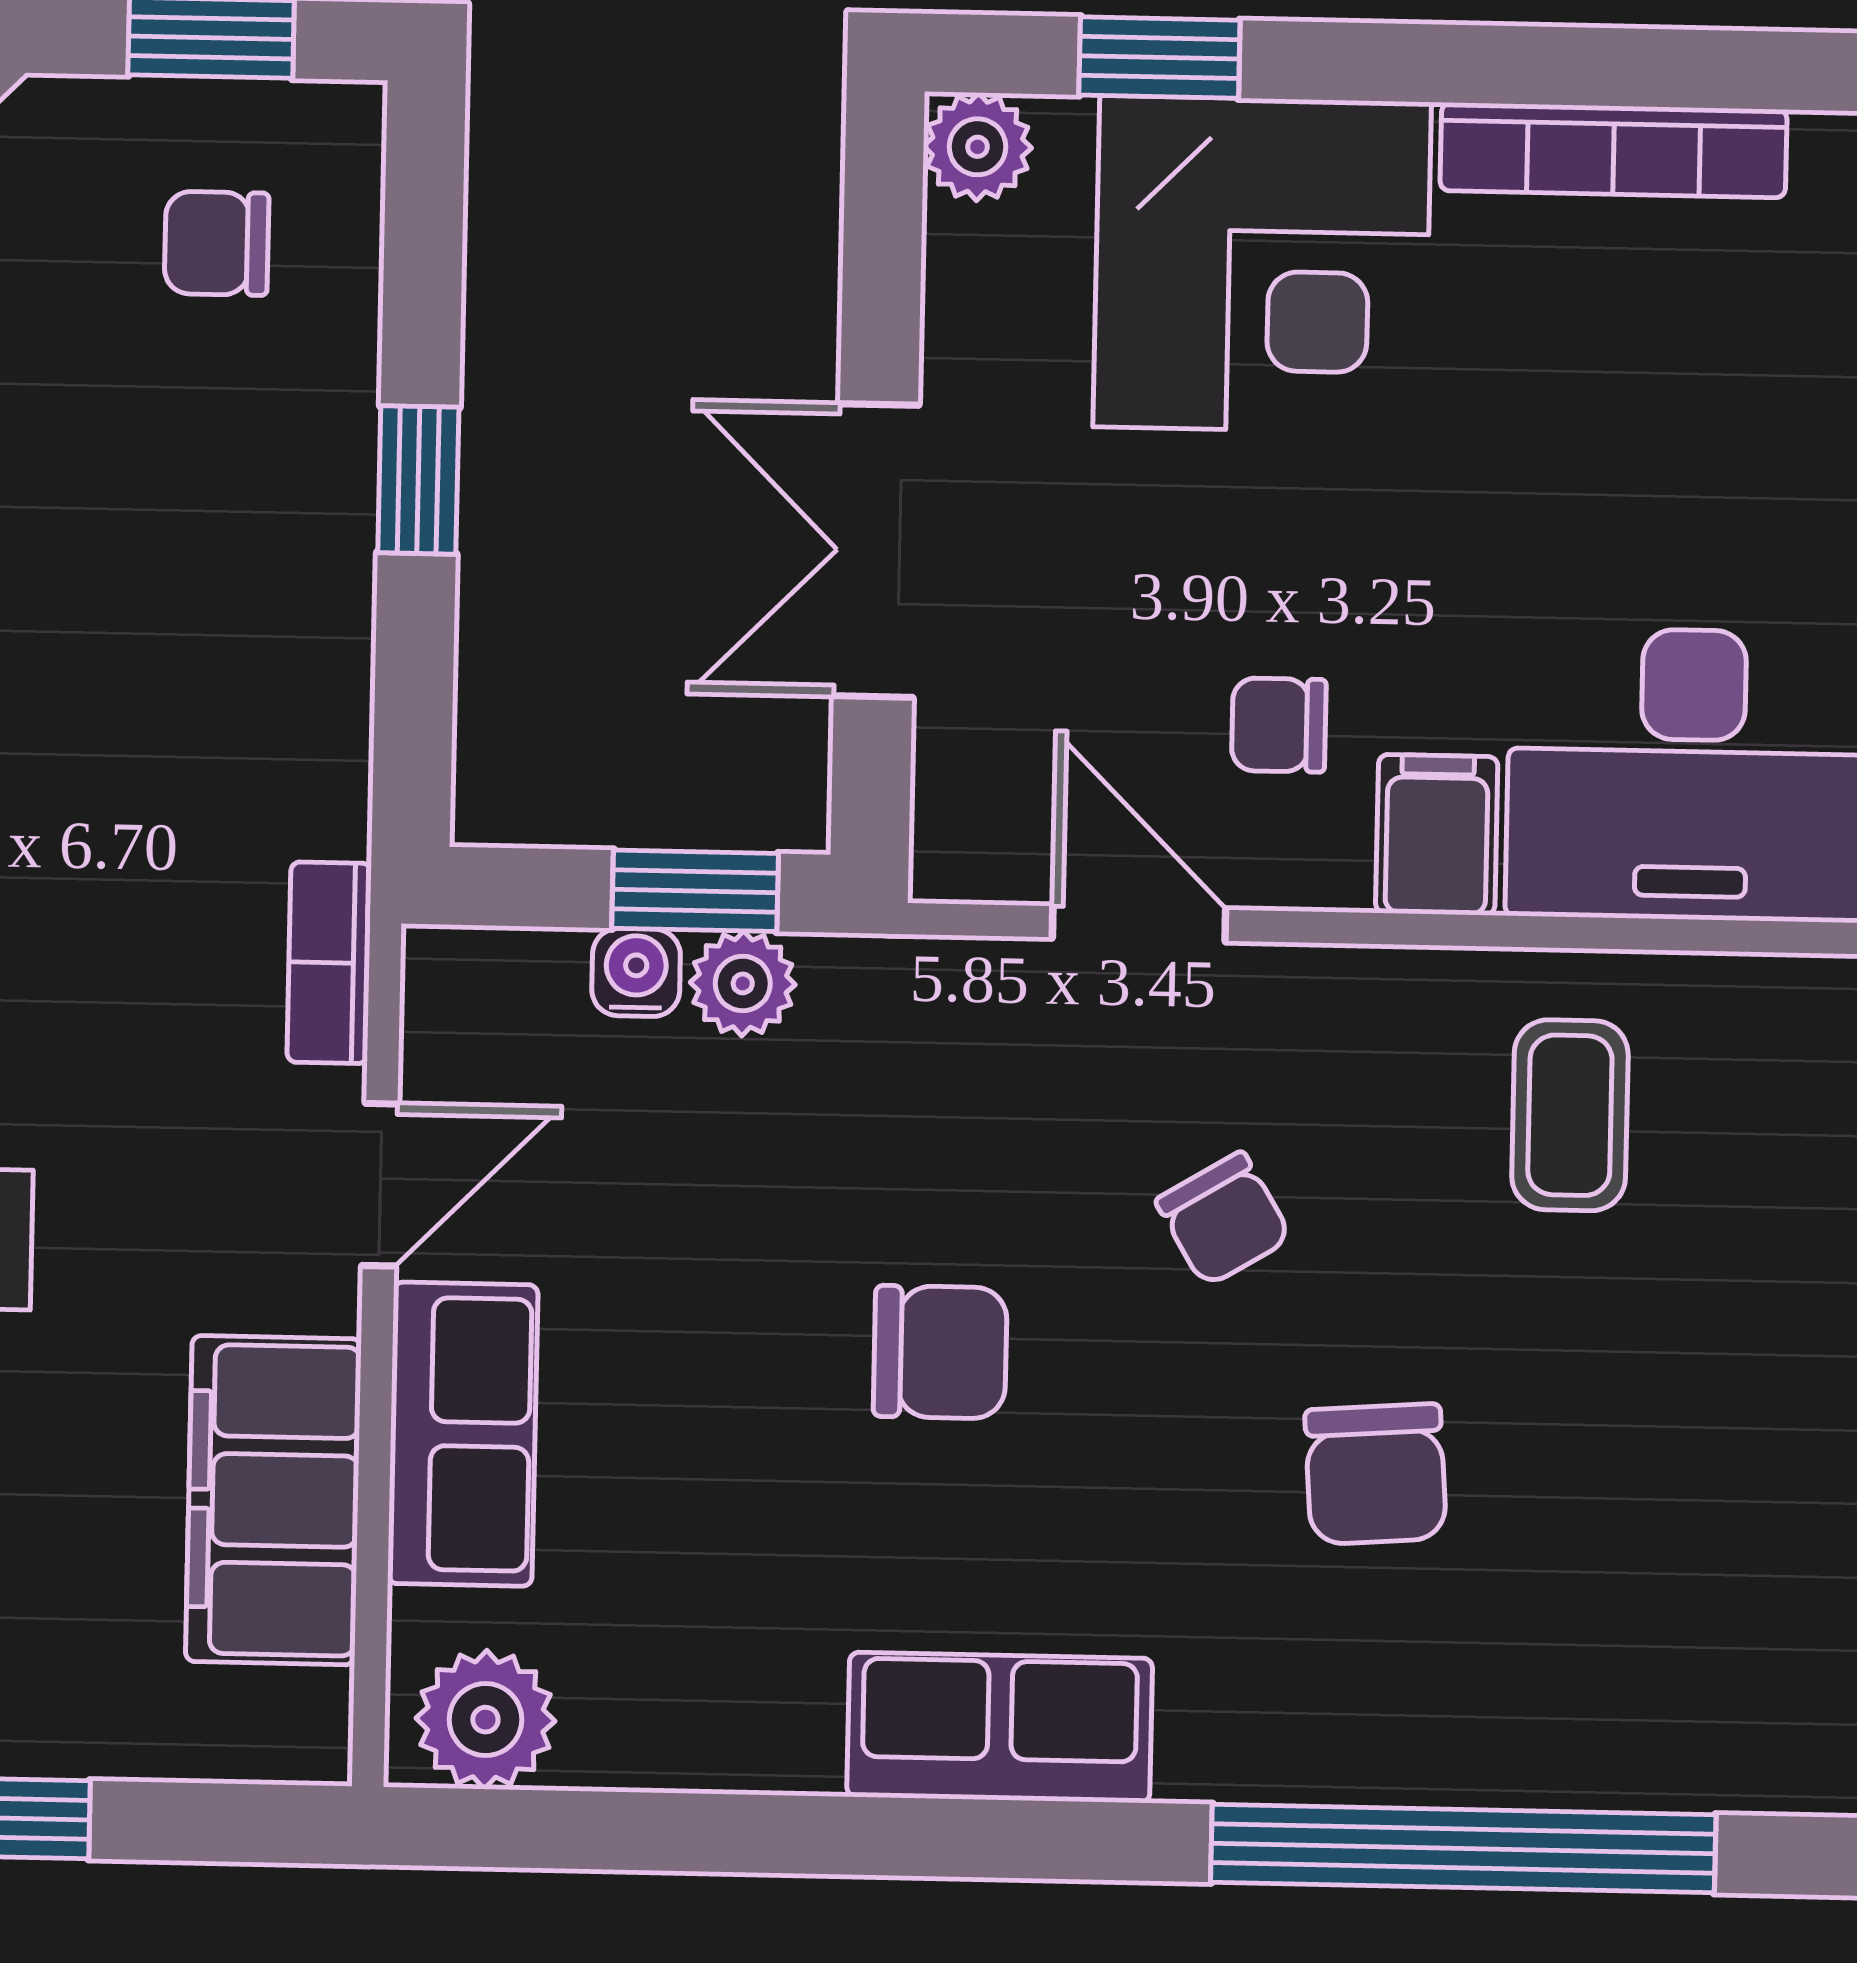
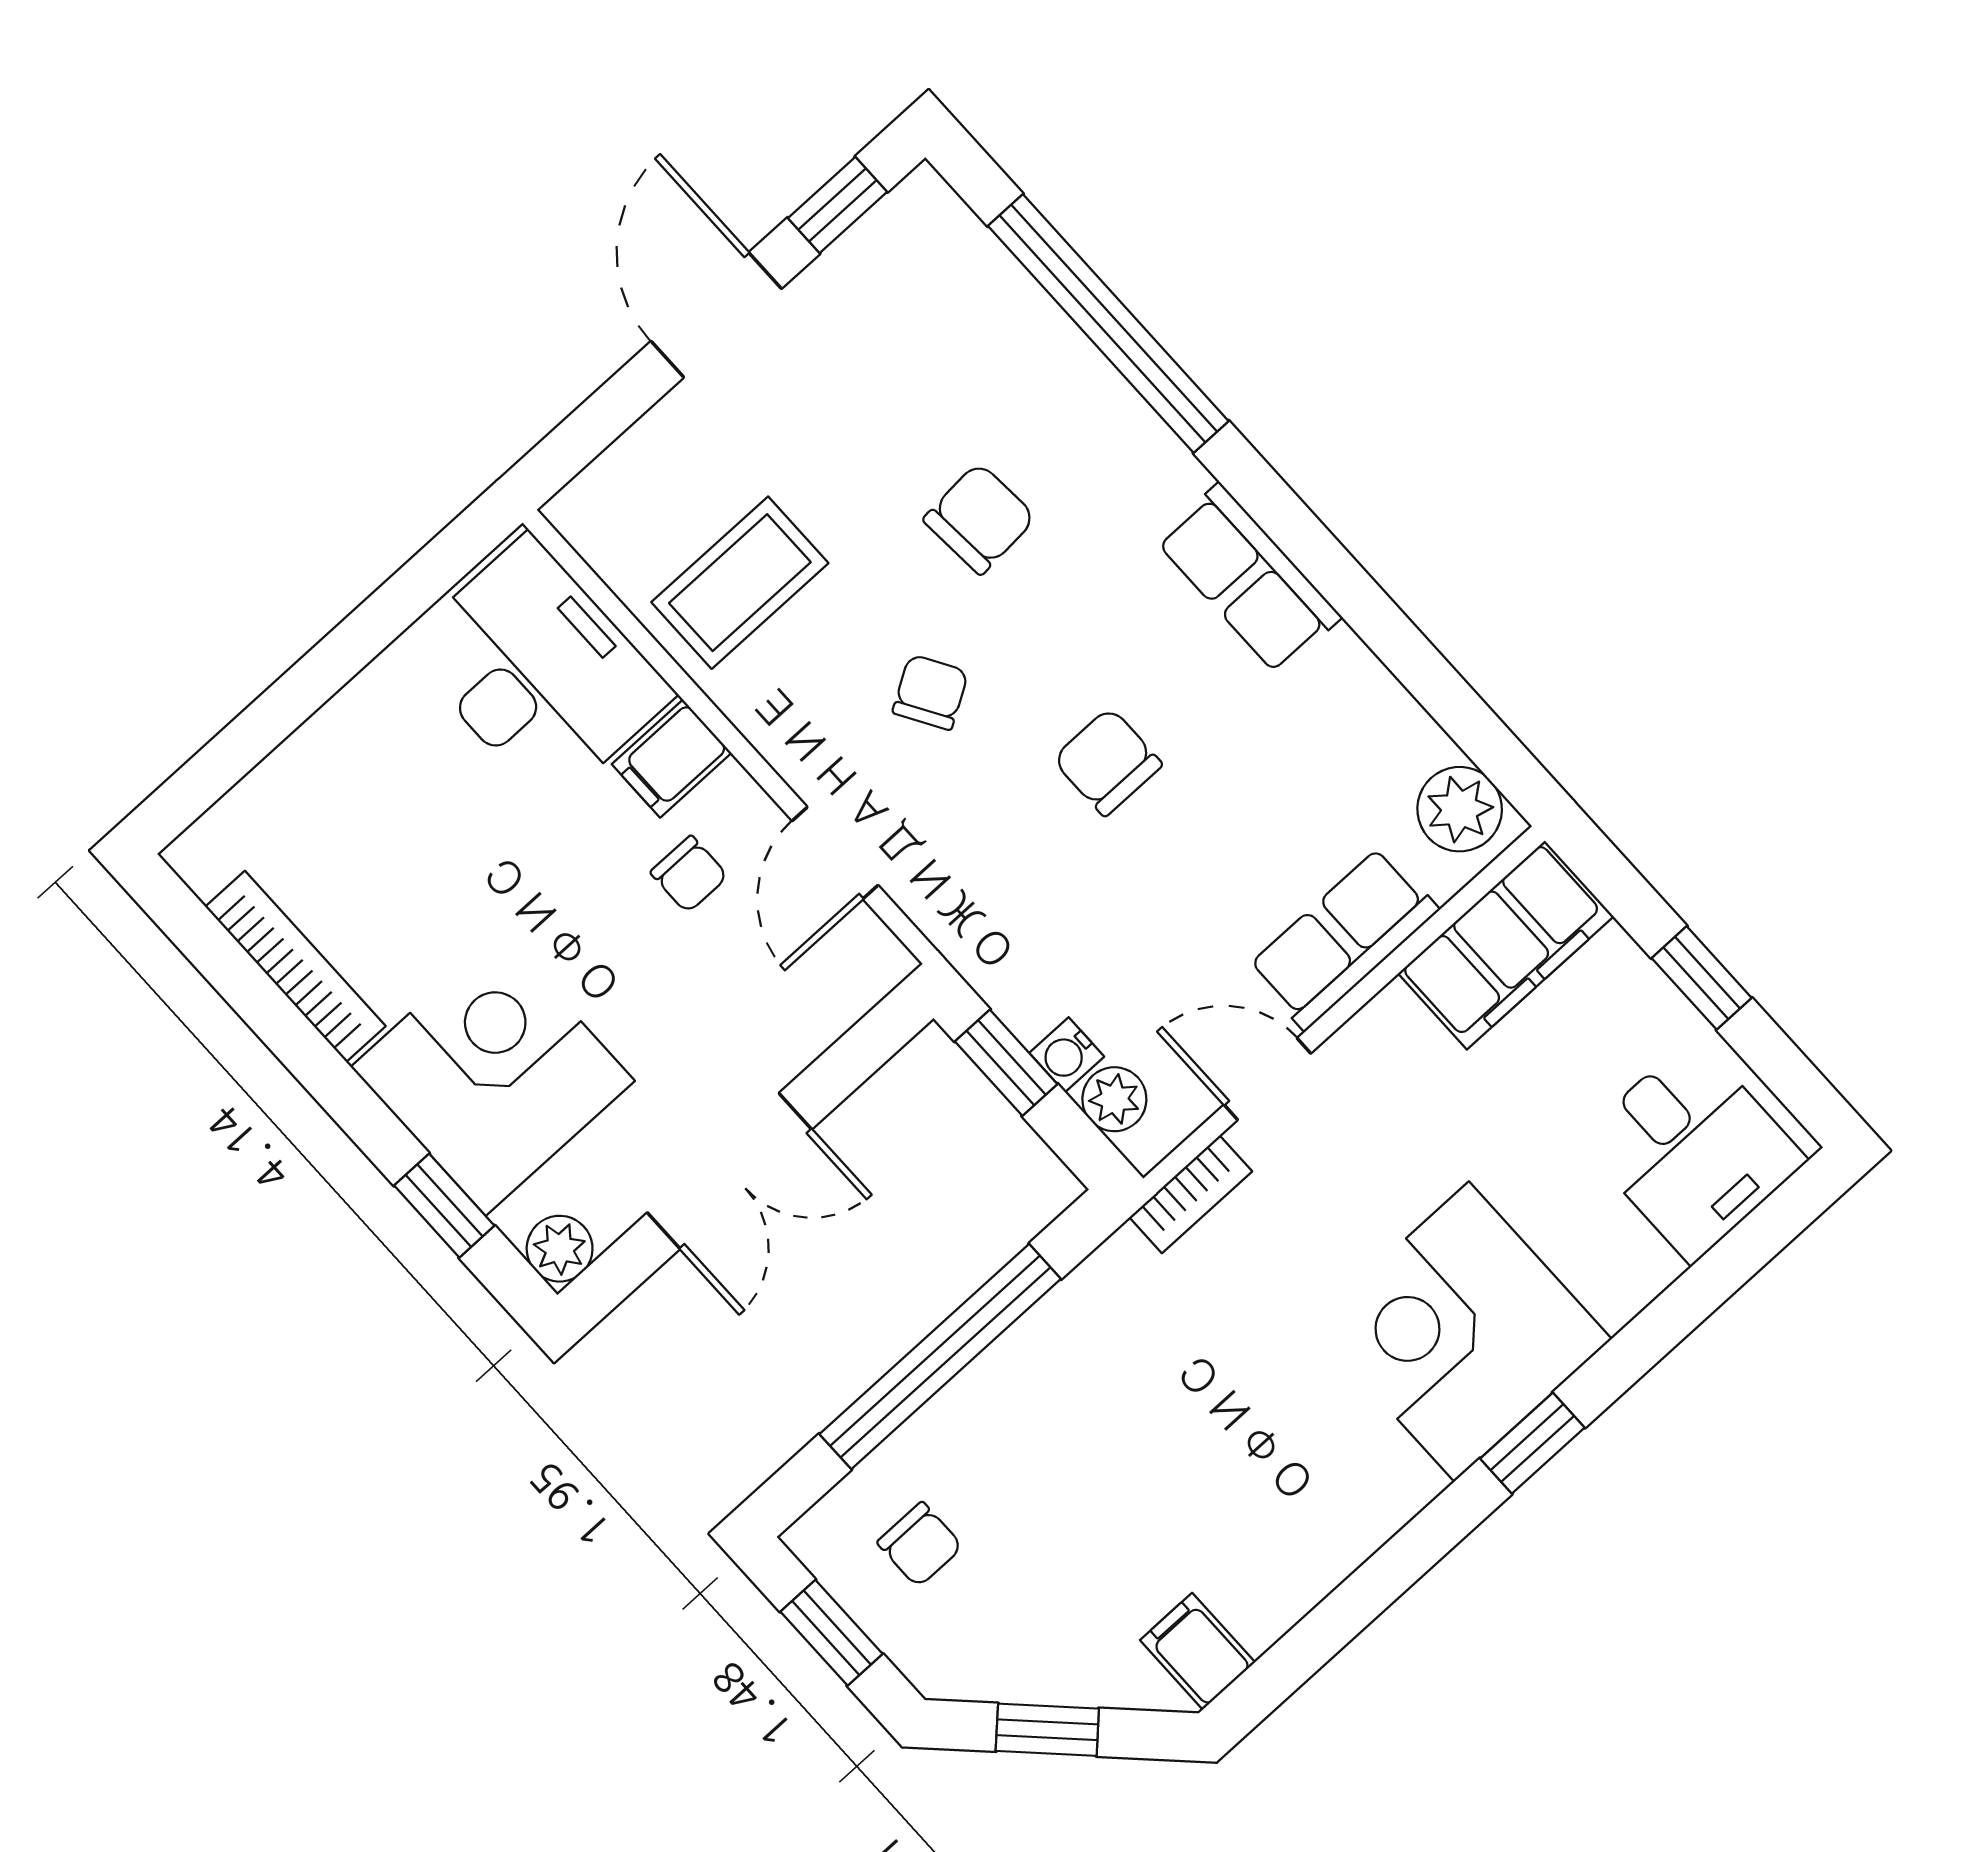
window: (418, 480) -> (940, 1357), width x3.17
double door: (876, 551) -> (730, 1171), moved
plant: (743, 983) -> (1114, 1099), moved
coffee table: (1570, 1115) -> (740, 583), width x1.36, depth x1.30
filing cabinet: (273, 1500) -> (1506, 945), moved

